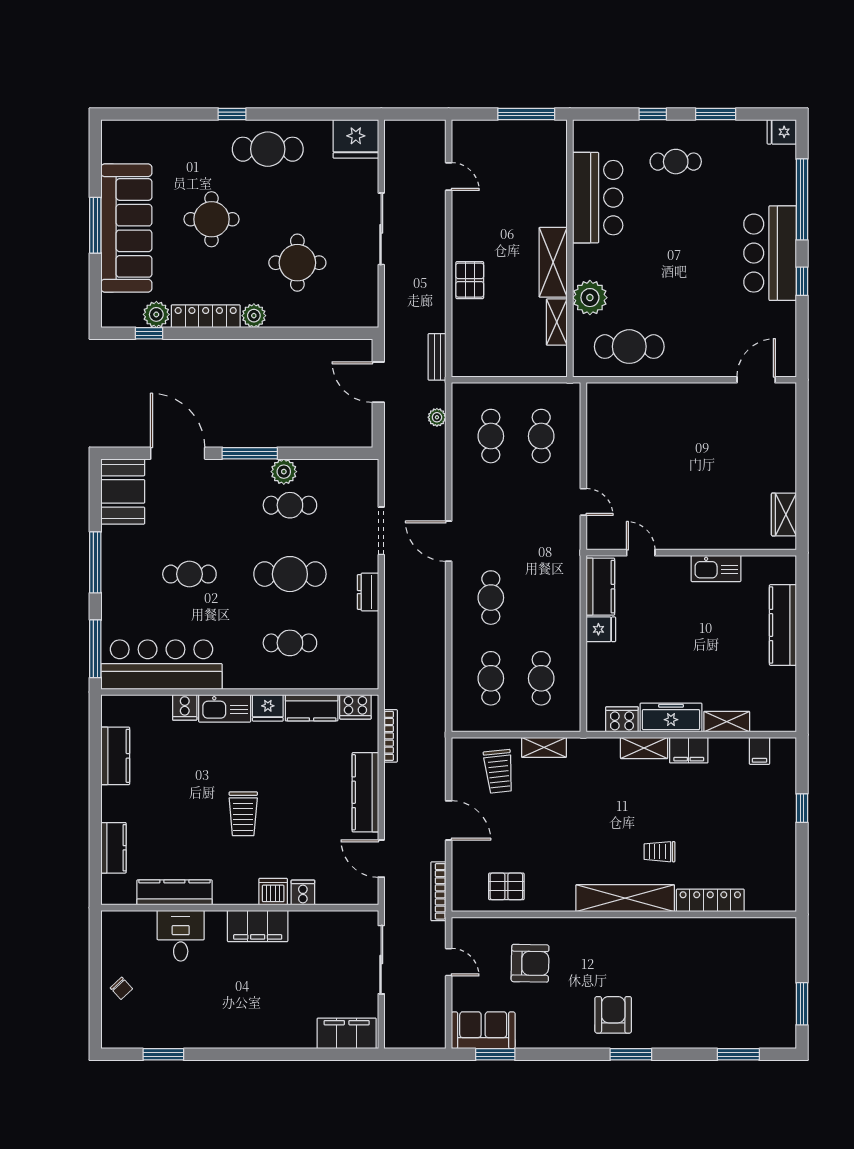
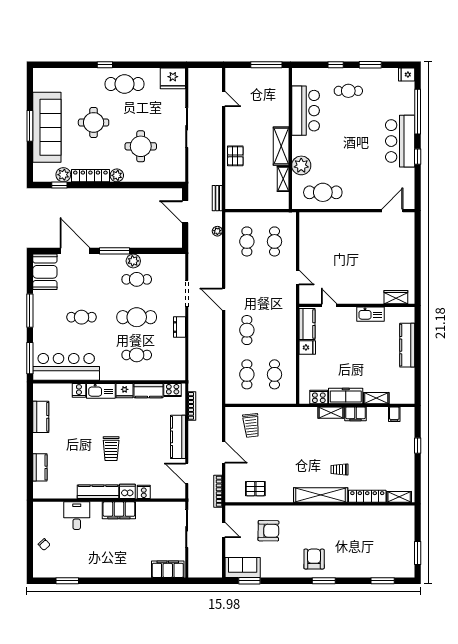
wardrobe: (784, 514) -> (396, 297), moved, turned 90
shelving: (544, 747) -> (399, 497), moved
kitchen counter: (174, 892) -> (98, 492), moved

